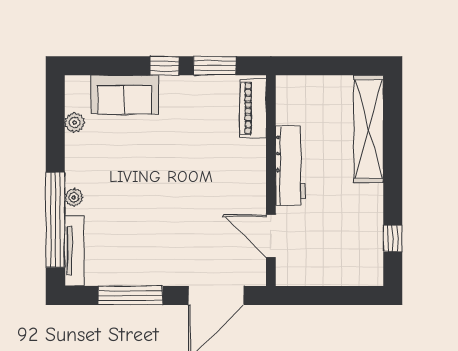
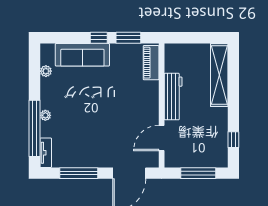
sofa: (124, 95) -> (82, 55), width x1.36
door: (271, 236) -> (162, 138), hinge flipped
tv unit: (74, 251) -> (46, 153), width x0.71
window: (333, 295) -> (198, 173), added

